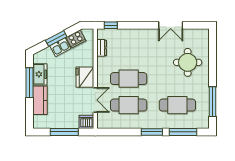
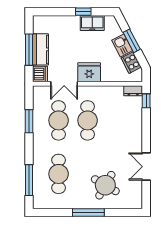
dresser: (102, 48) -> (133, 91), moved
round table: (188, 62) -> (105, 185), turned 30
window: (29, 83) -> (83, 12), width x0.46
kitchen counter: (40, 100) -> (41, 49), moved, turned -90
window: (213, 102) -> (88, 213), moved
window: (152, 132) -> (29, 121), moved

